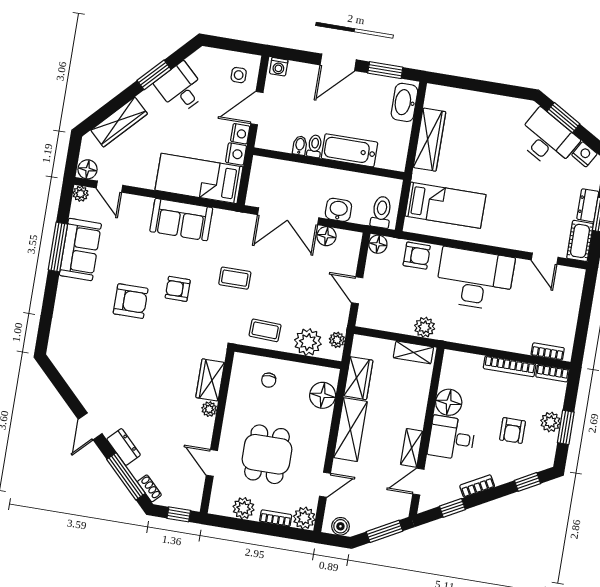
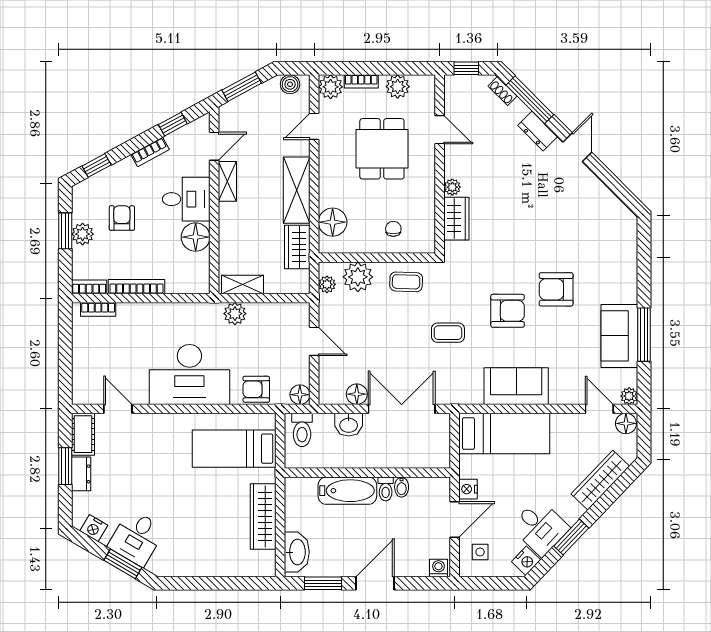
desk: (547, 139) -> (136, 538), width x0.73
nightstand: (236, 154) -> (526, 561), moved, turned -136
armchair: (178, 289) -> (508, 311), width x1.38, depth x1.38

